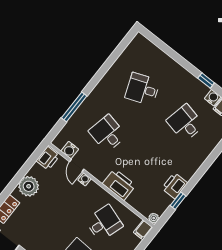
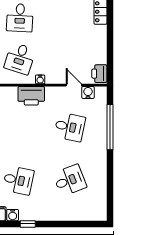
window: (74, 107) -> (110, 127), width x1.46
water cooler: (85, 179) -> (40, 79), moved
plant: (29, 186) -> (97, 42), removed

